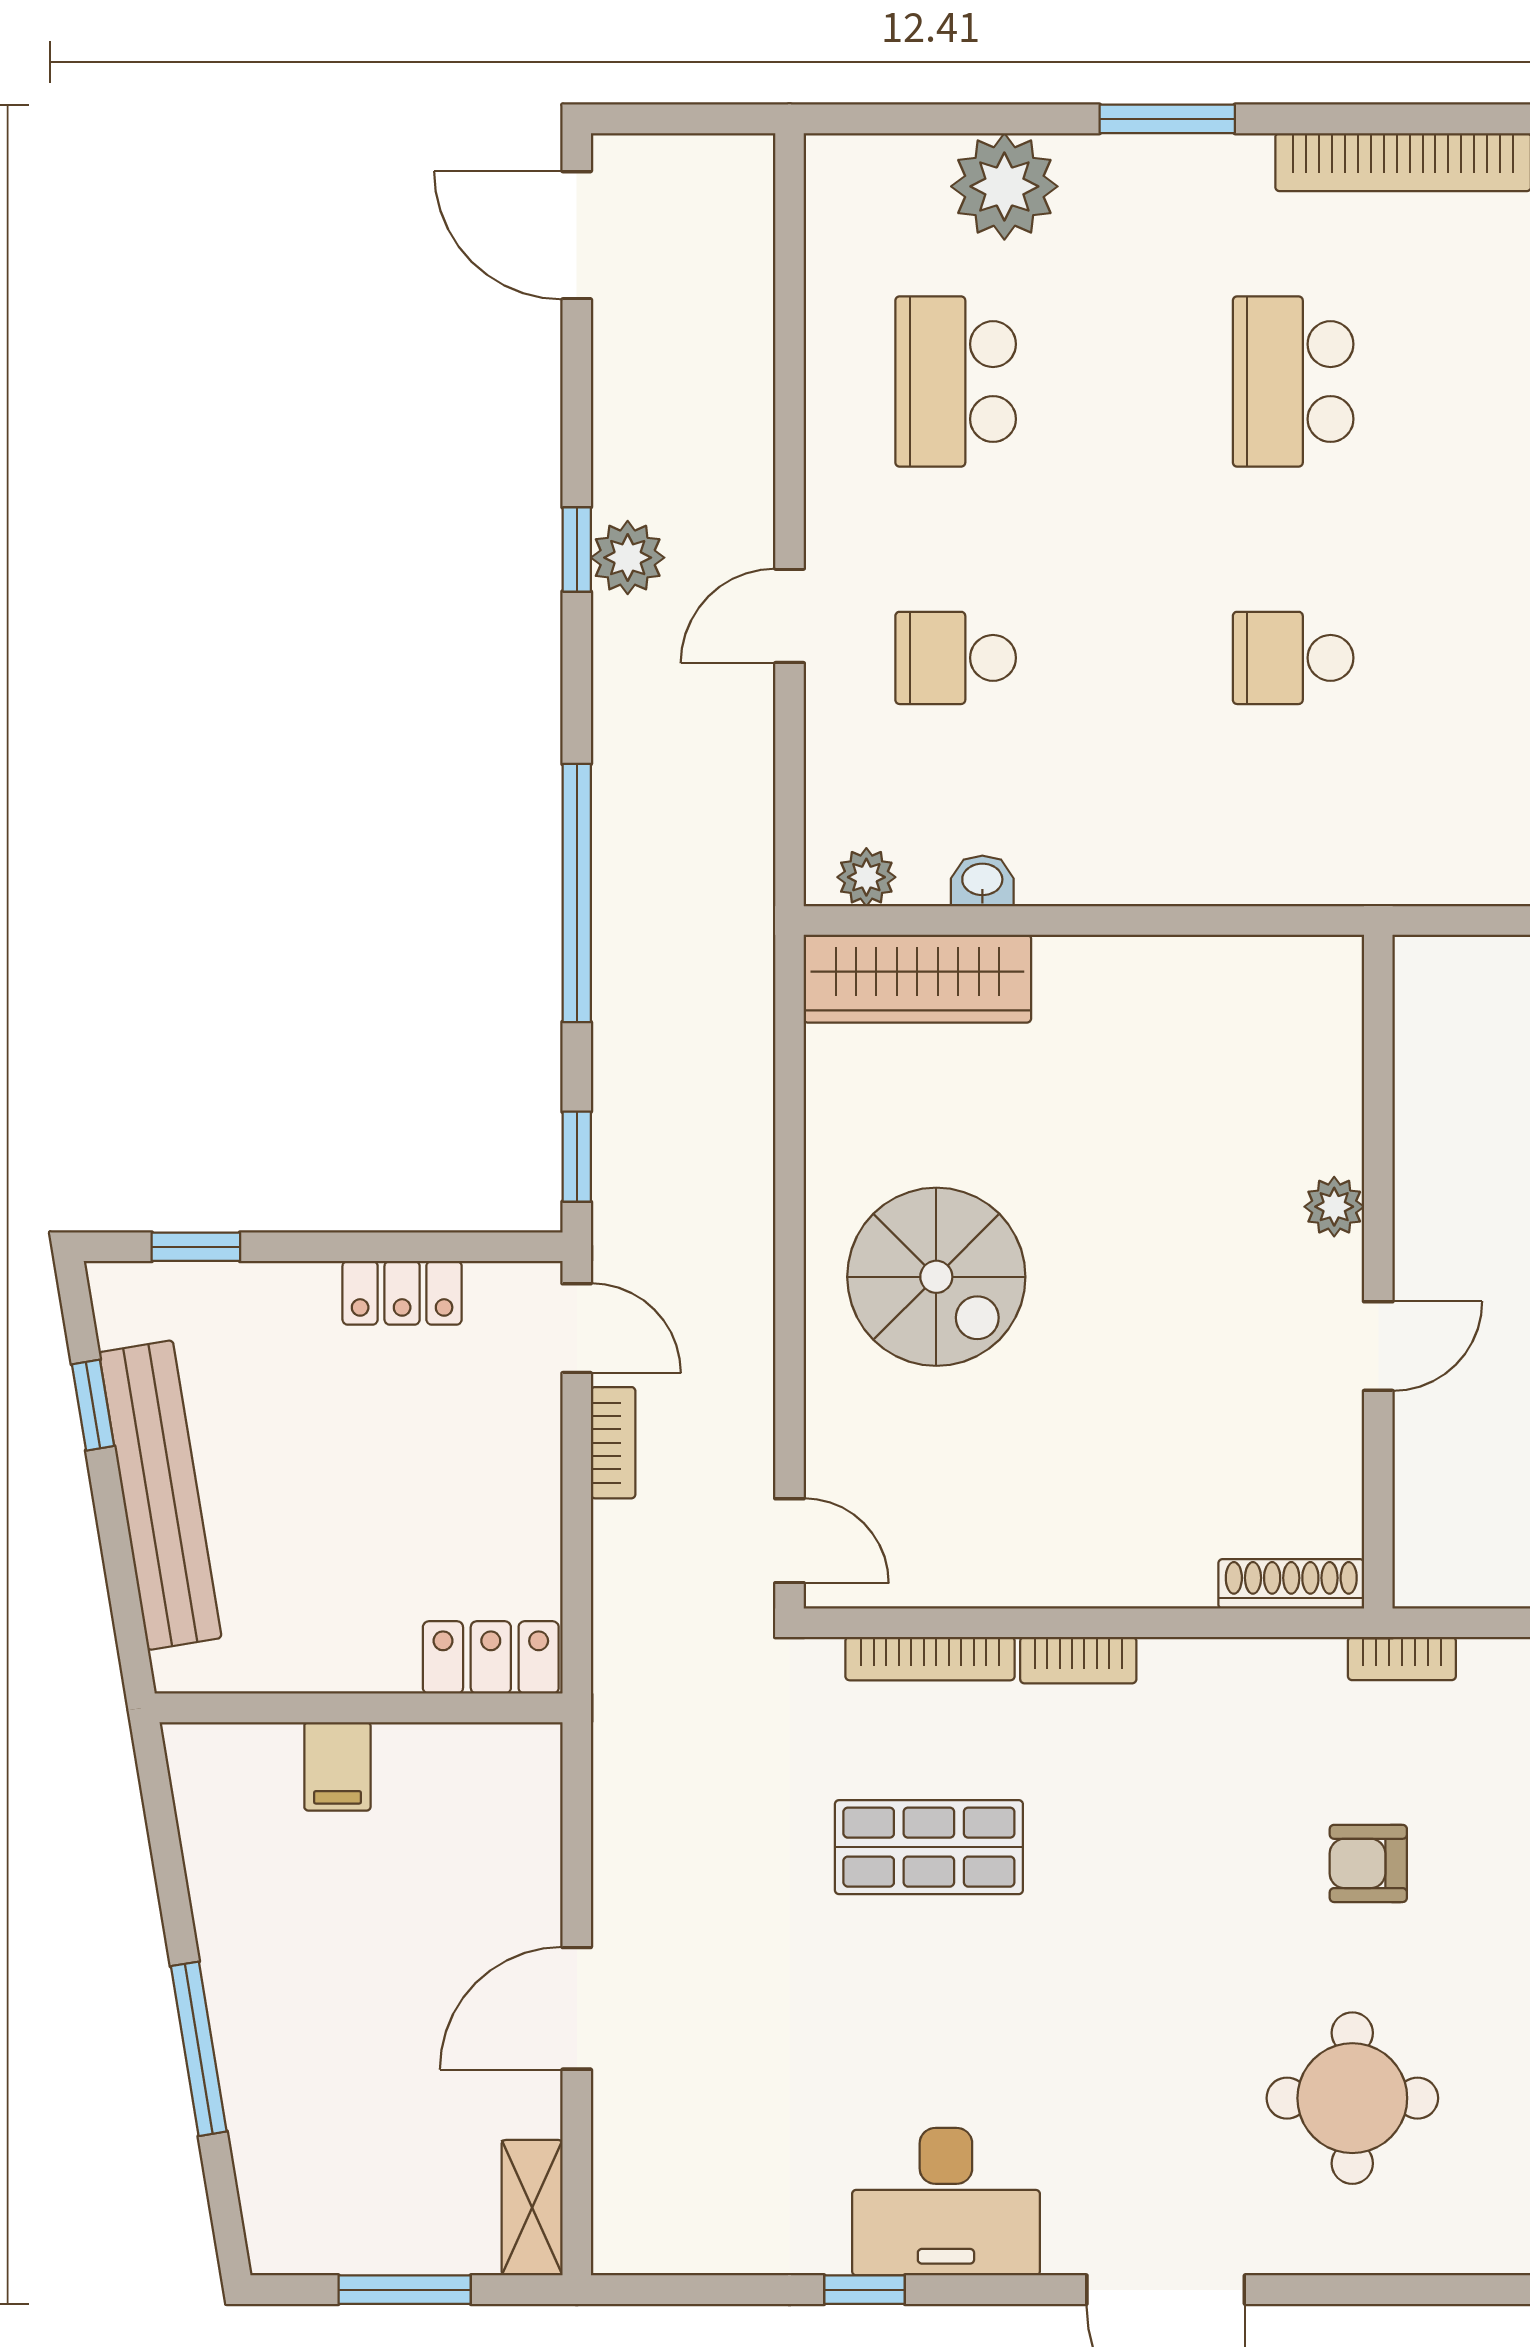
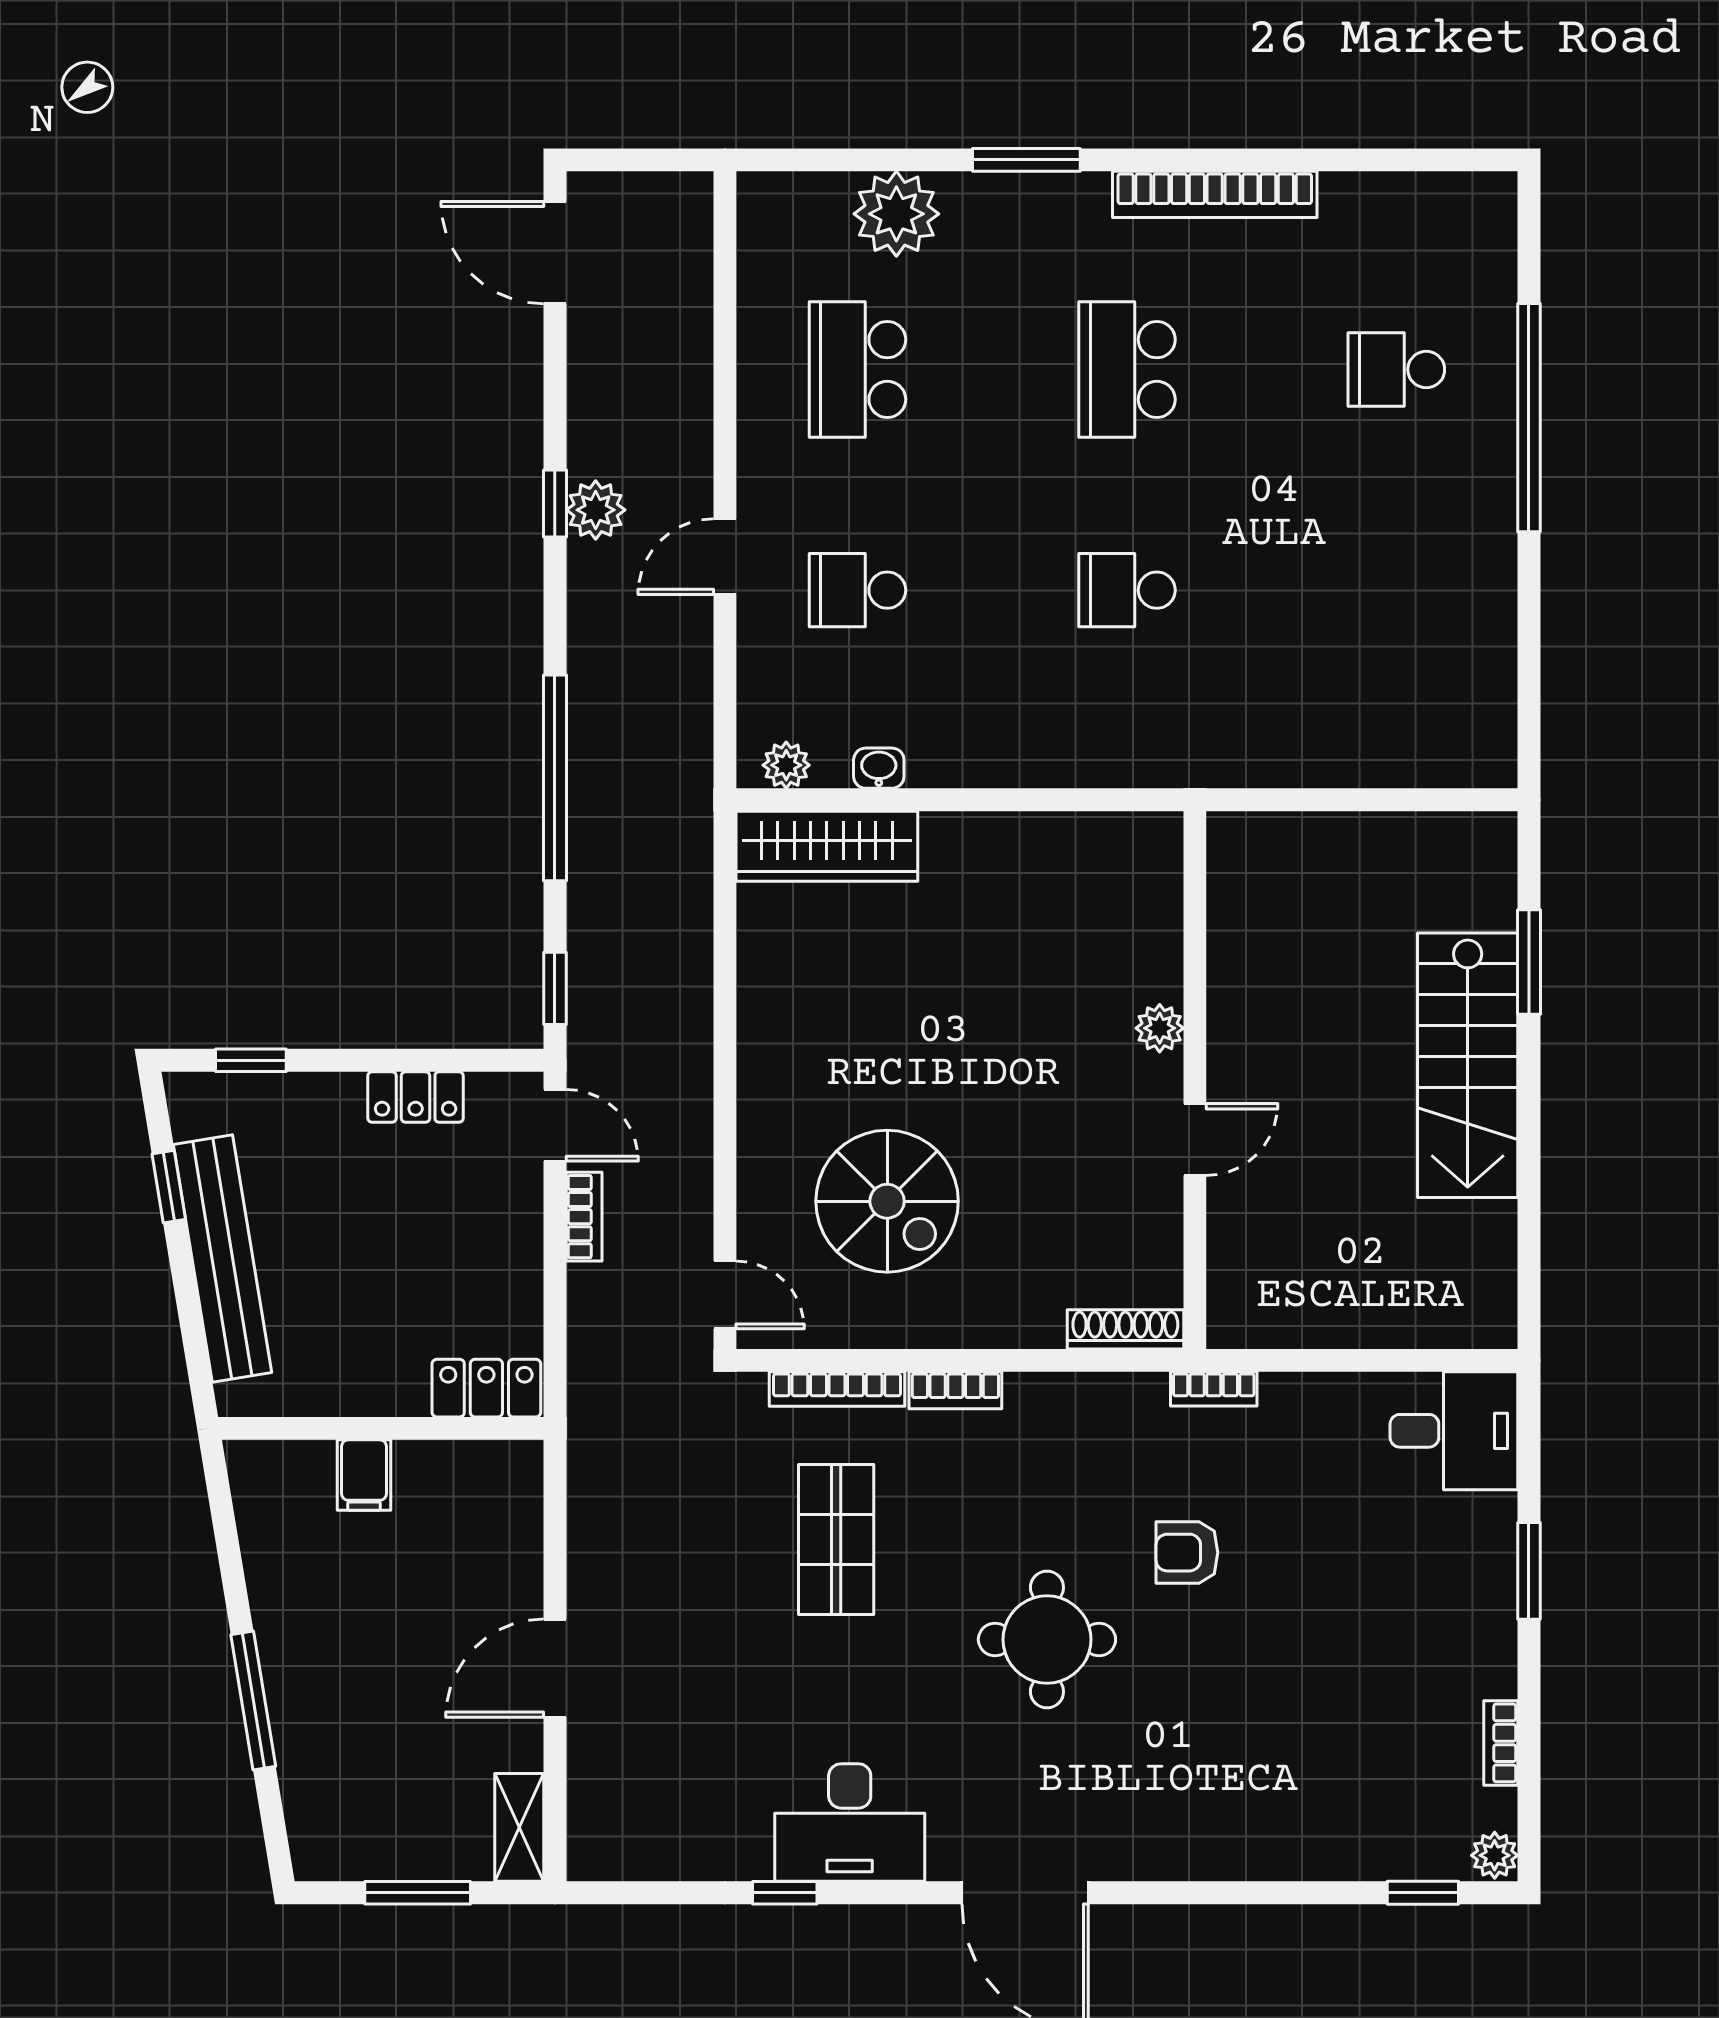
spiral stairs: (936, 1277) -> (887, 1201), moved
shop shelf: (929, 1847) -> (836, 1539), turned 90
round table: (1352, 2098) -> (1047, 1639), moved

